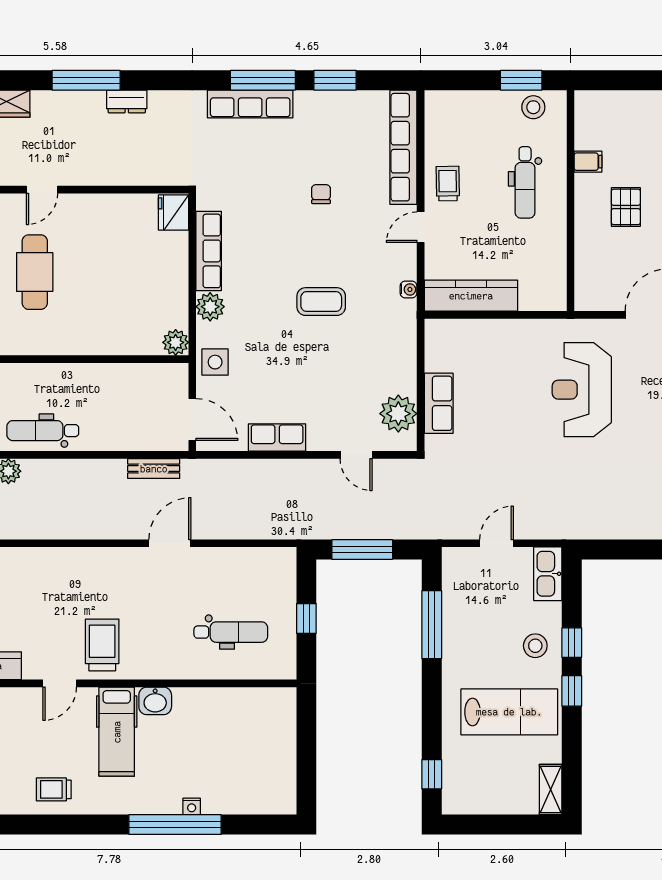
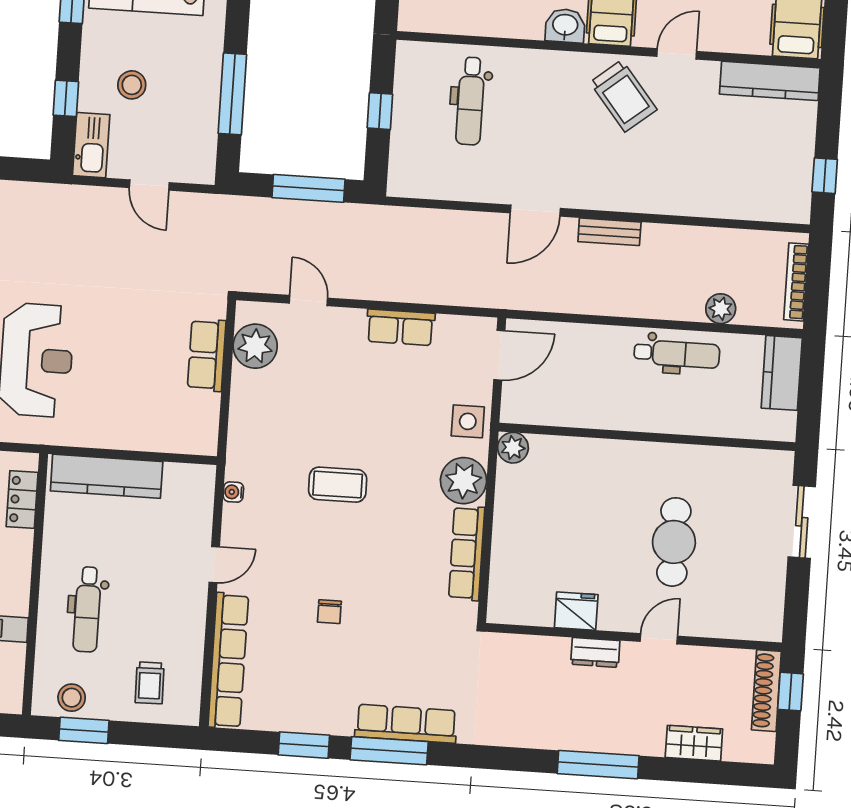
dresser: (127, 101) -> (595, 652), moved, turned 180
dental chair: (525, 182) -> (87, 609), turned 180
trolley: (448, 184) -> (150, 683), moved
fridge: (173, 212) -> (576, 611), moved, turned -90
locker: (586, 271) -> (22, 500), added
kitchen counter: (471, 296) -> (107, 476), moved
plant: (210, 307) -> (463, 481), width x1.36, depth x1.36
door: (192, 420) -> (499, 355), swing flipped
bench: (154, 469) -> (609, 232), moved
door: (497, 543) -> (149, 185), hinge flipped
dental chair: (231, 632) -> (470, 101), turned -90
window: (572, 643) -> (66, 98), moved
trolley: (102, 645) -> (623, 96), turned -39
stool: (535, 646) -> (132, 85), moved

